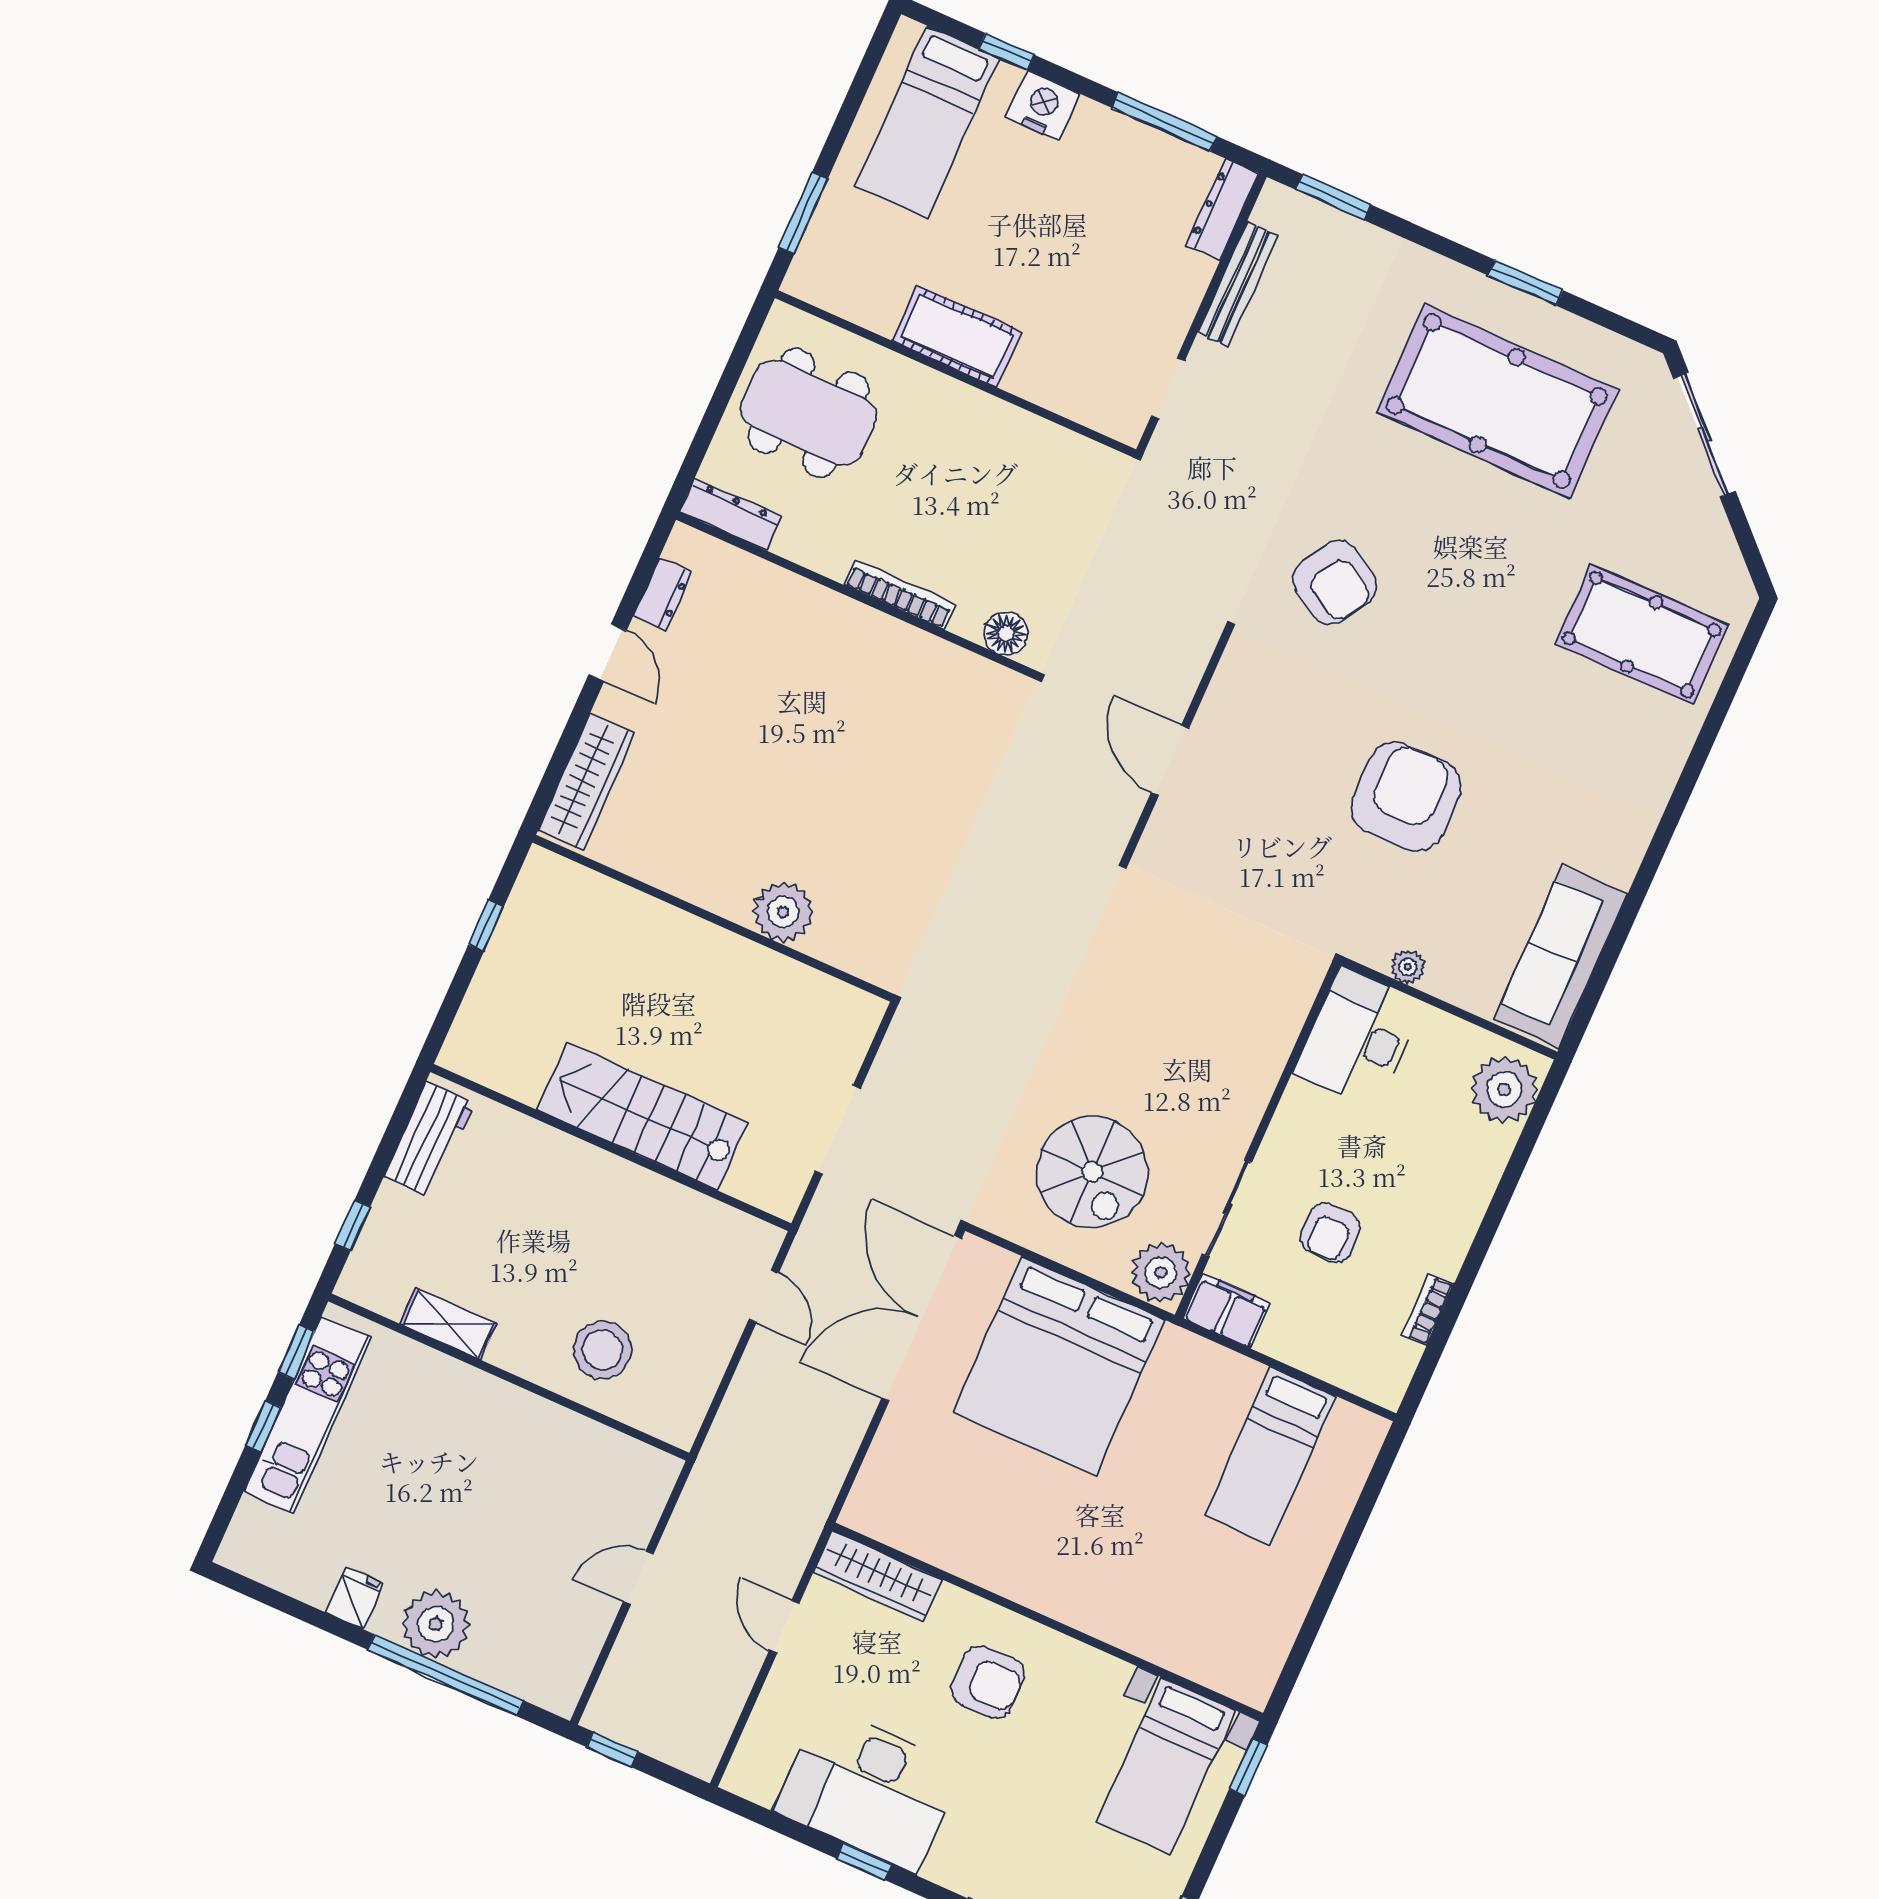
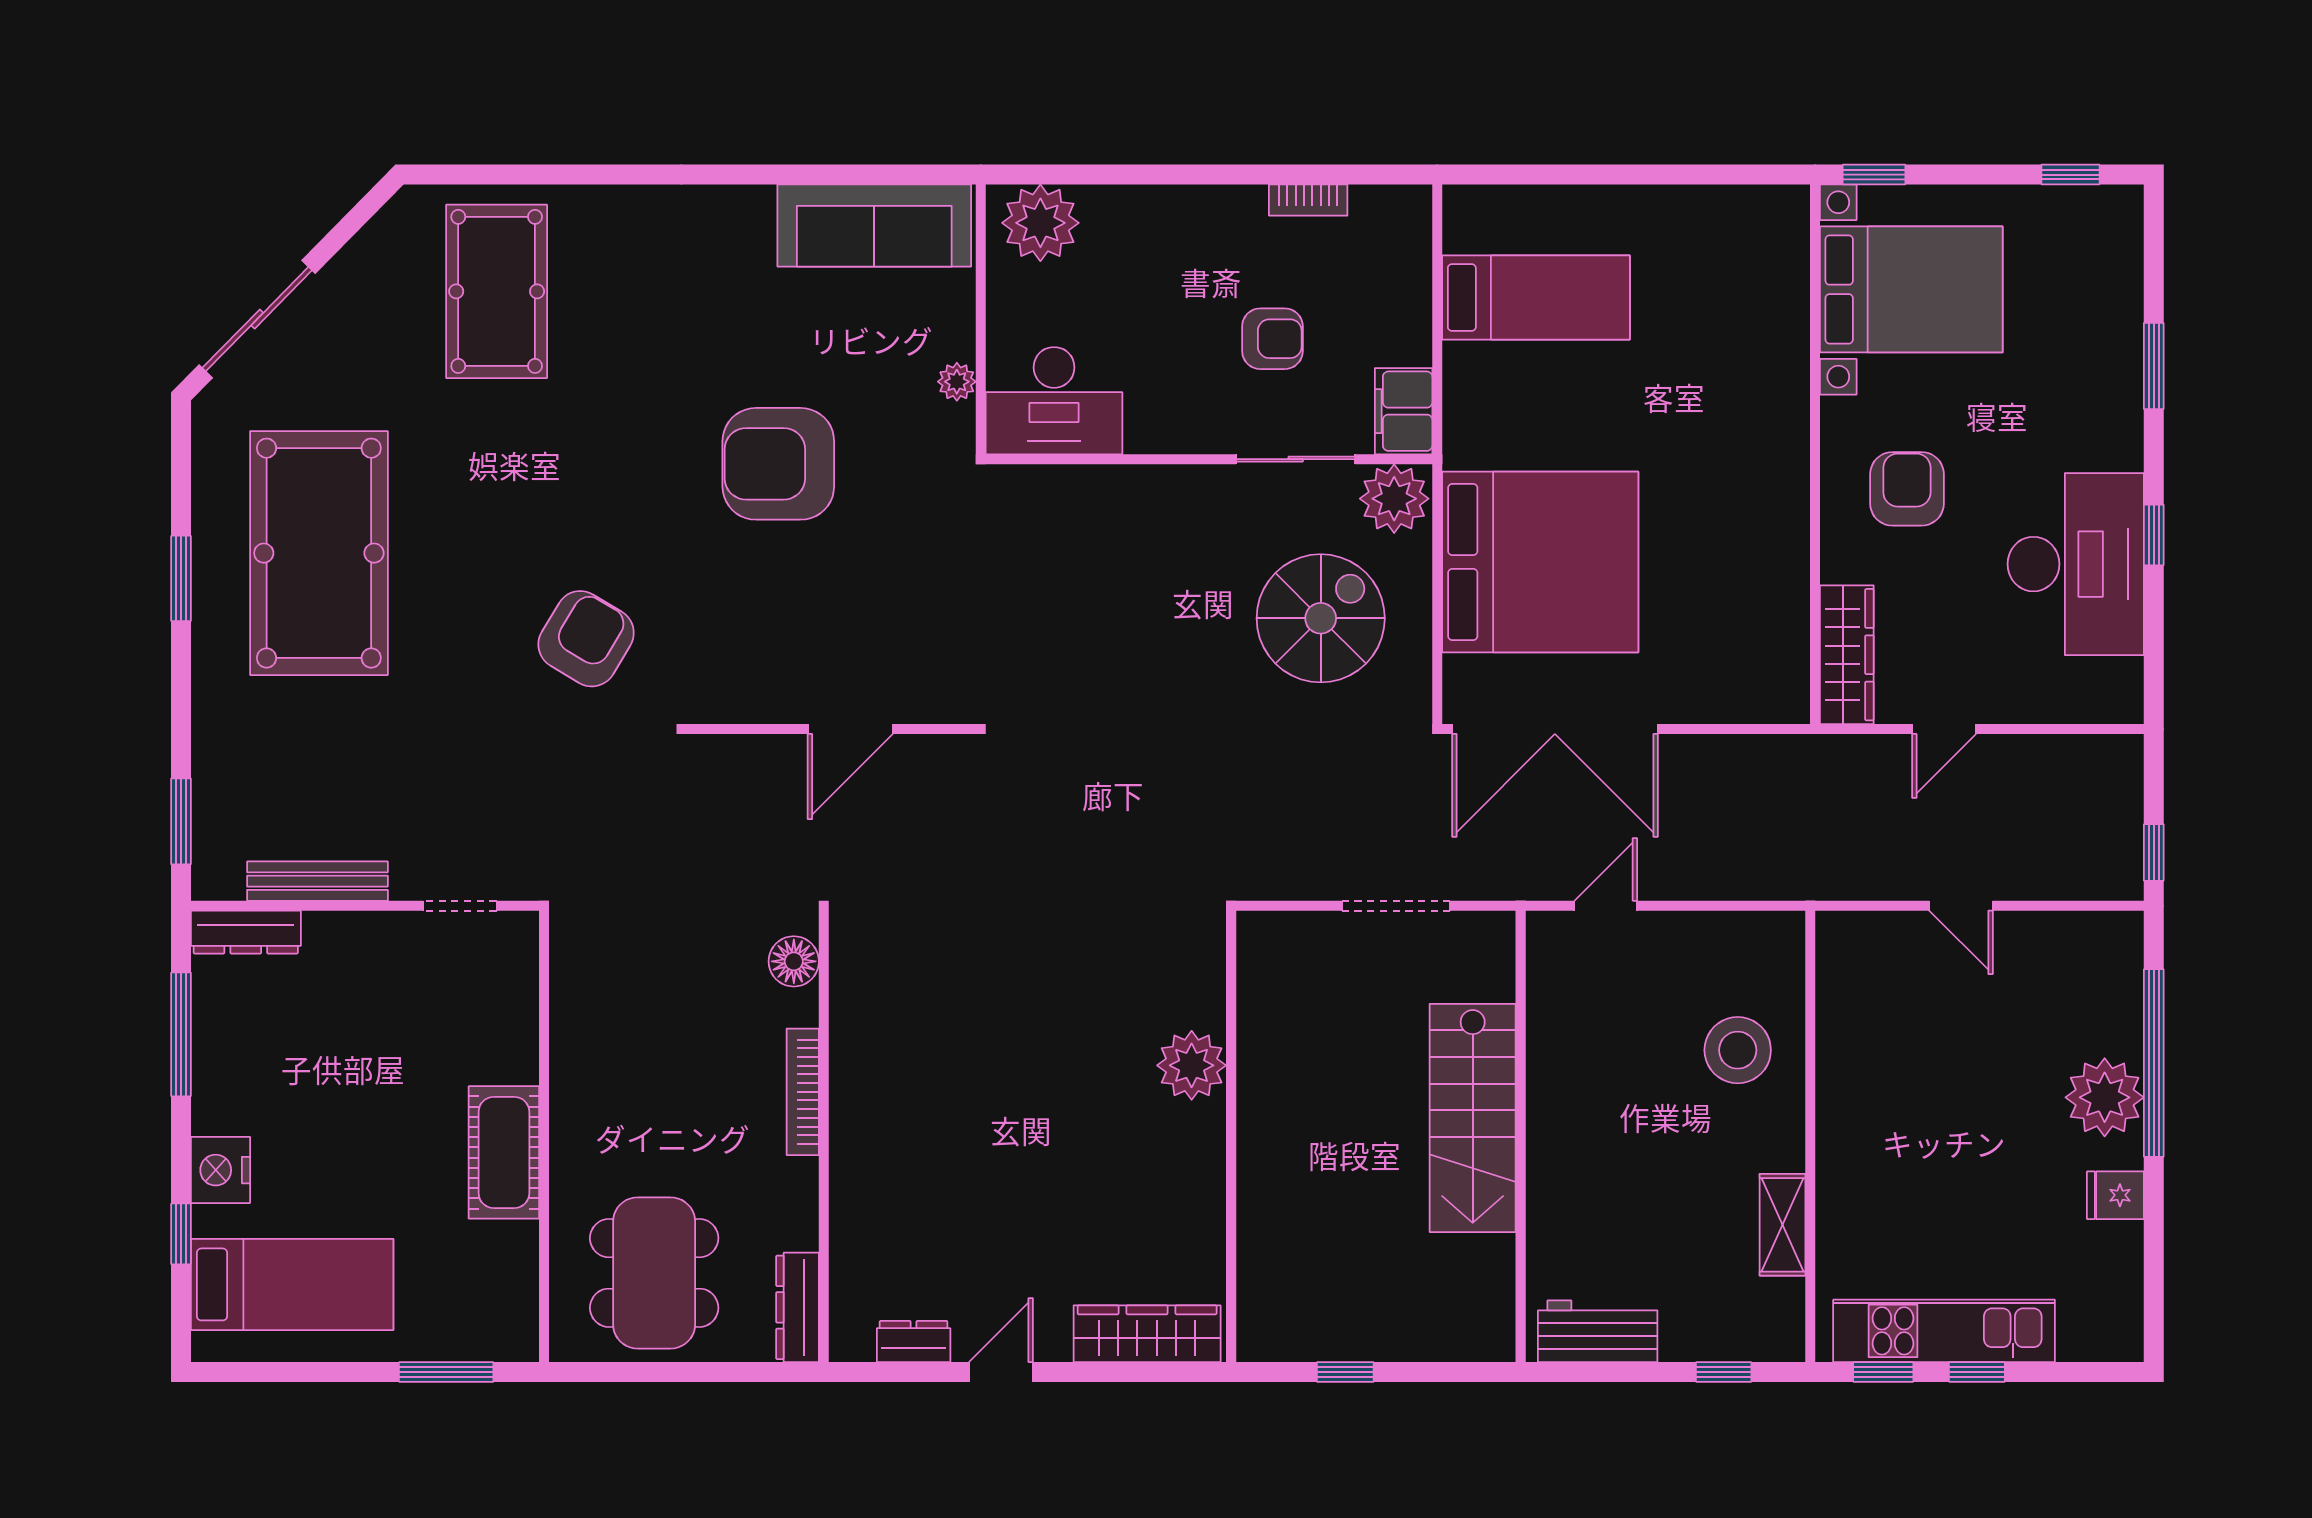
bed with nightstands: (1166, 1766) -> (1911, 289), width x1.36

